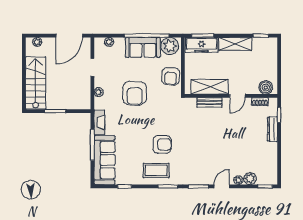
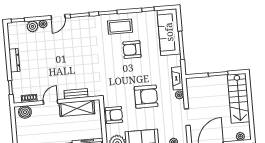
armchair: (171, 76) -> (114, 115), turned 87
armchair: (135, 93) -> (146, 97), turned 90
fireplace: (99, 122) -> (177, 78), moved
dresser: (272, 129) -> (14, 60), moved
armchair: (162, 144) -> (132, 50), moved

